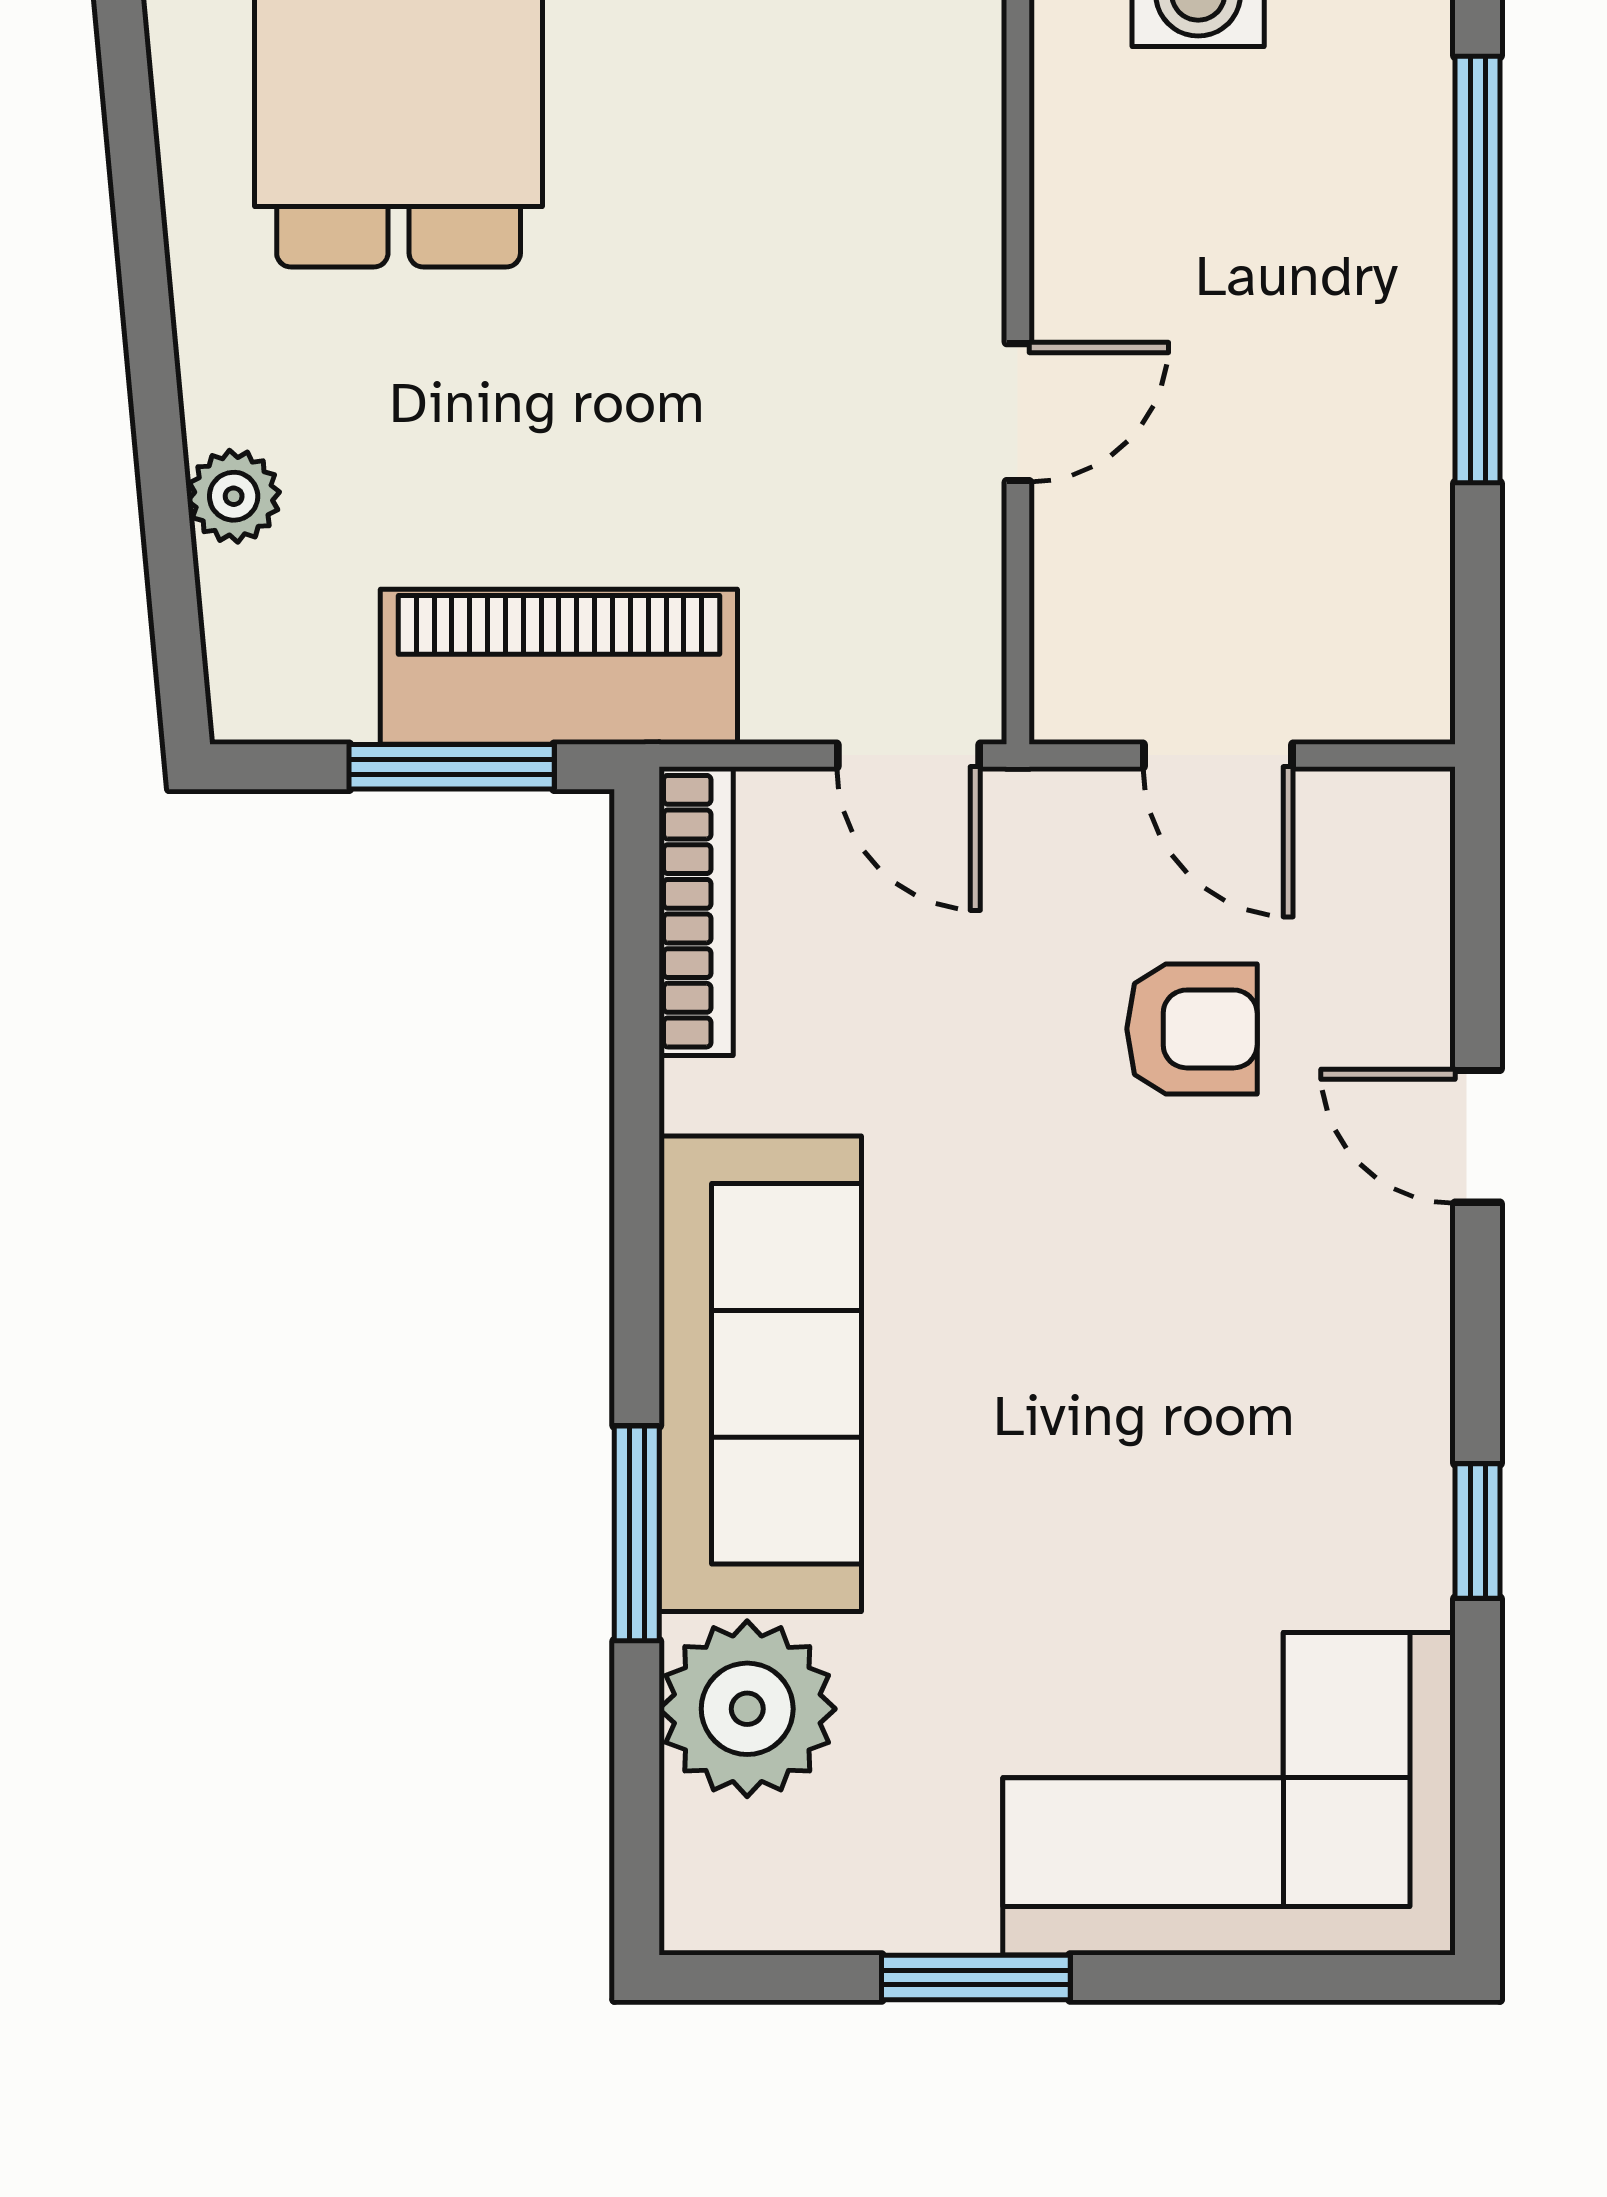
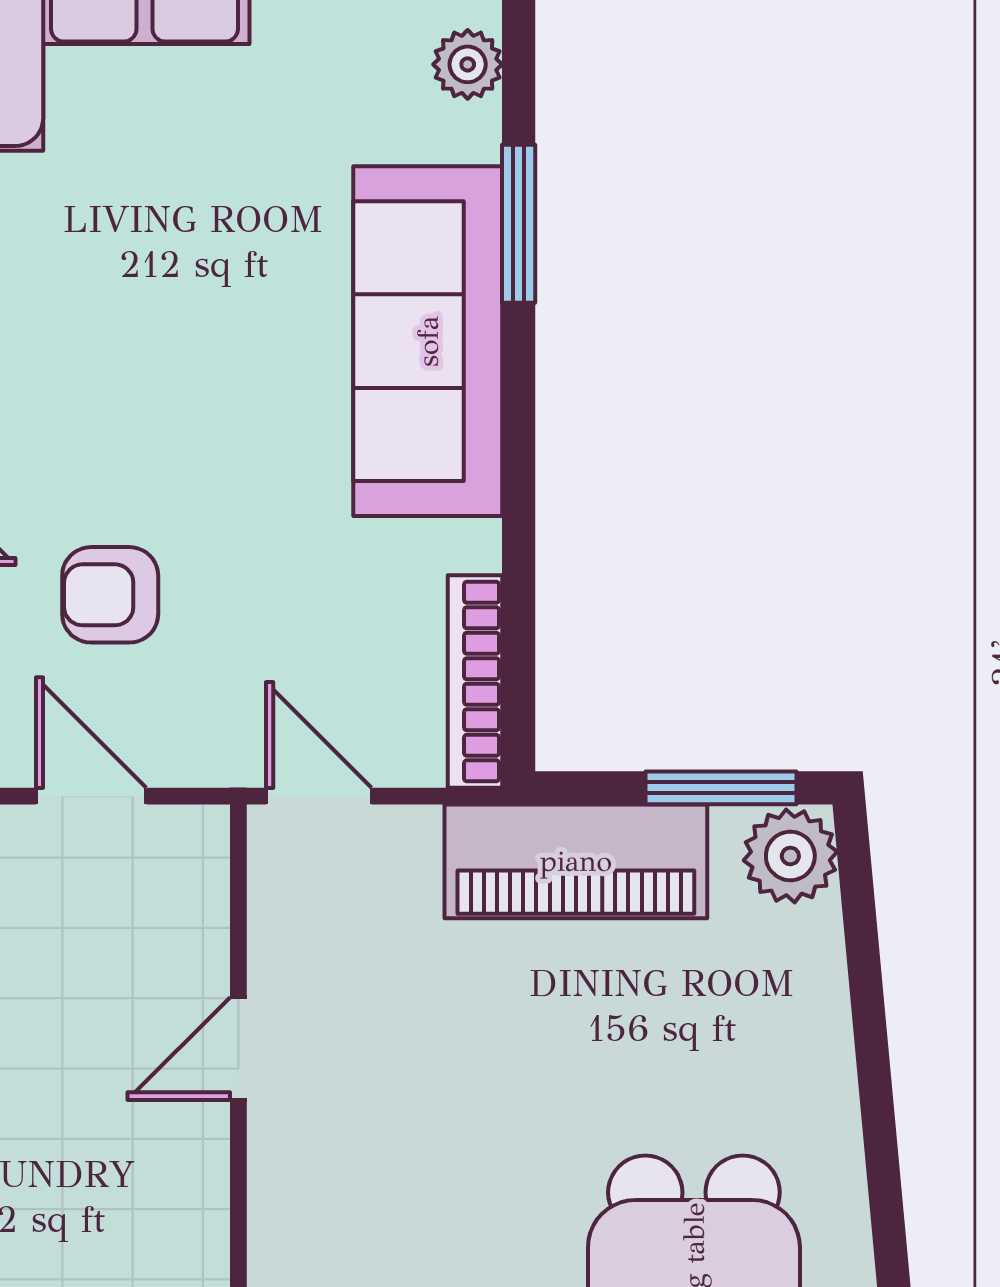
plant: (234, 496) -> (790, 856), moved, width x1.38, depth x1.38
window: (452, 767) -> (721, 788), moved
plant: (747, 1709) -> (468, 64), width x0.53, depth x0.53

